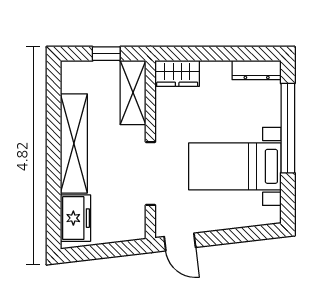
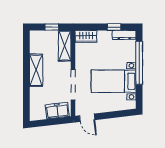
window: (236, 54) -> (114, 27), added
shelving: (74, 143) -> (36, 70), width x0.68
freezer: (75, 218) -> (57, 111), moved, turned -97

